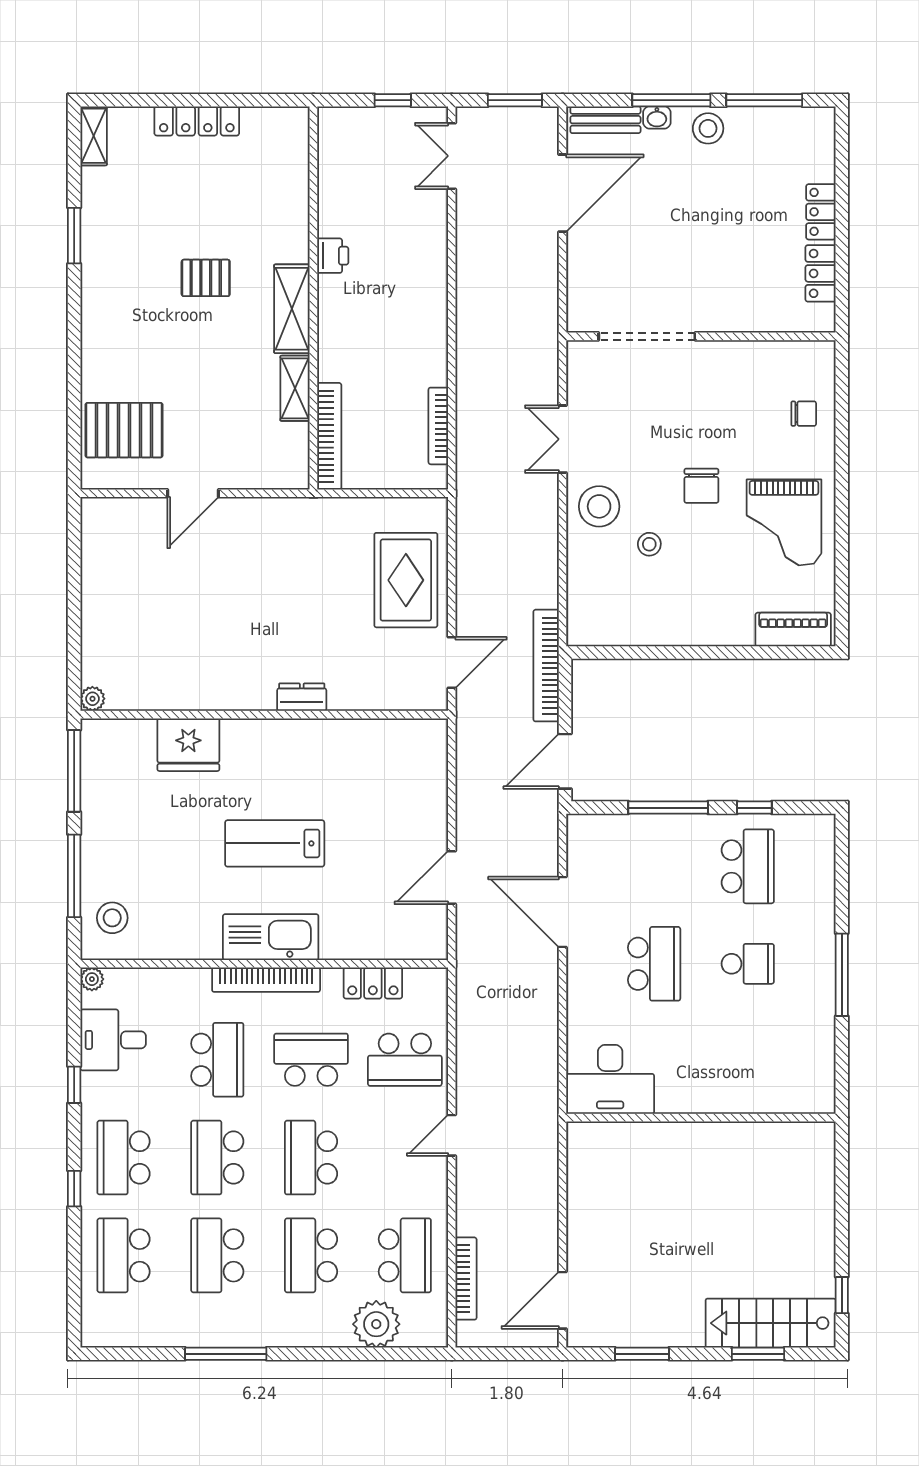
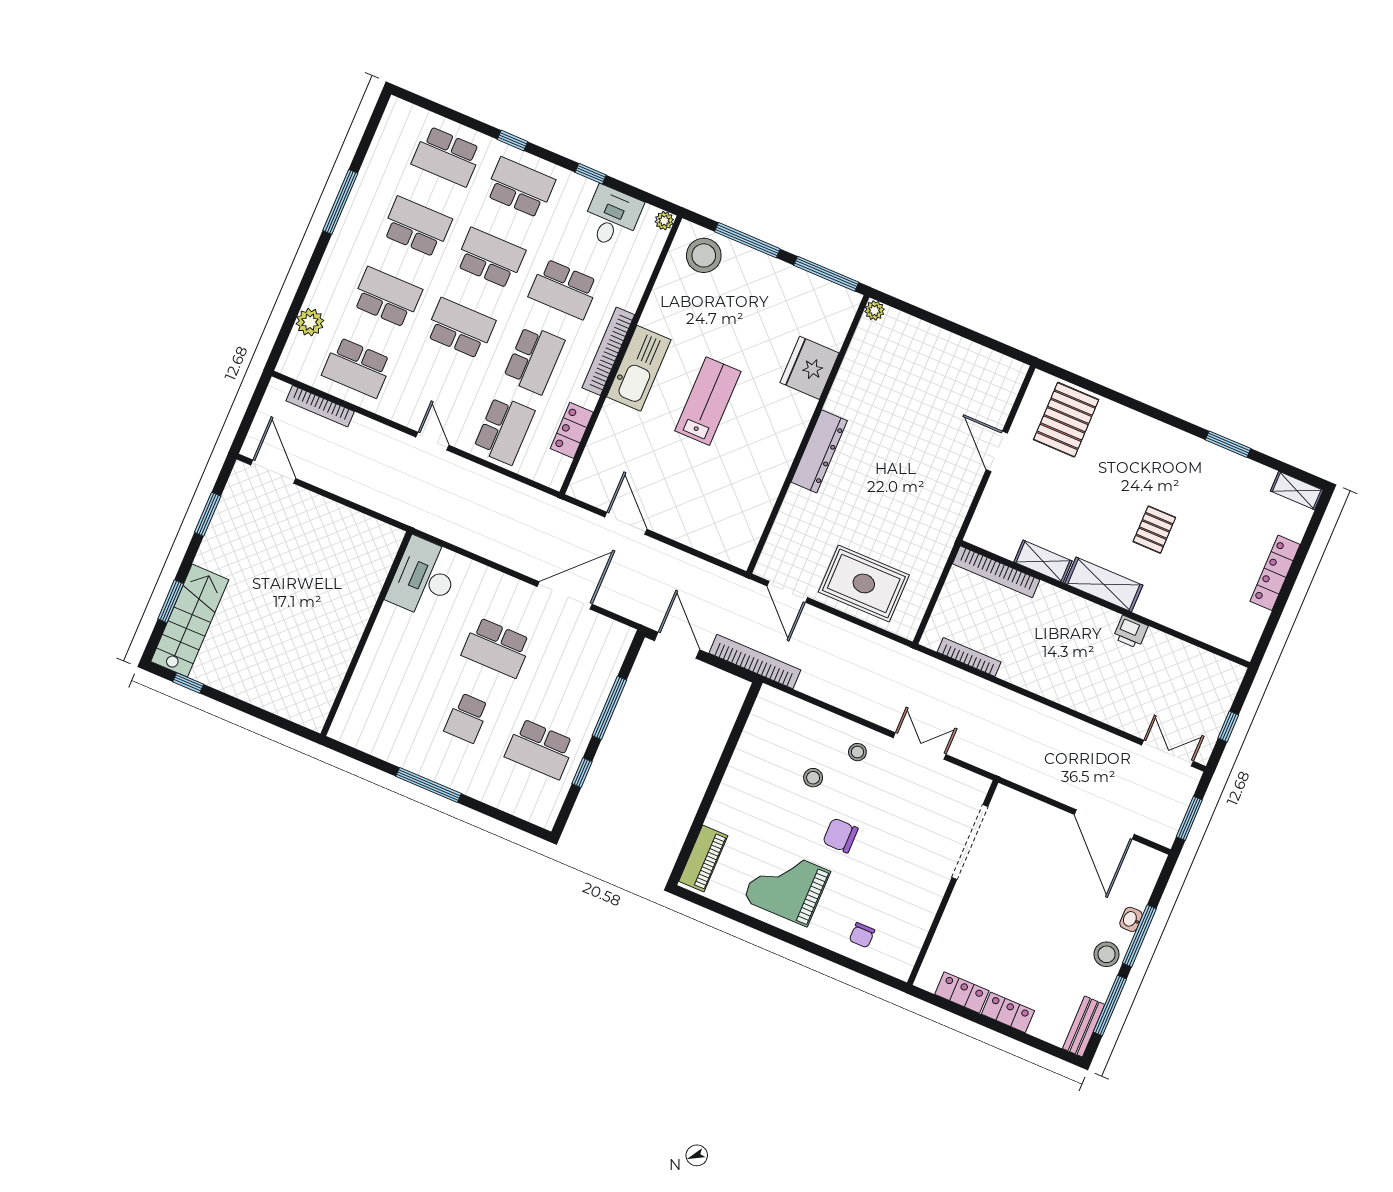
bench: (605, 120) -> (1084, 1026), moved
stool: (599, 506) -> (857, 752), width x0.53, depth x0.53
dresser: (302, 697) -> (819, 451), width x1.96, depth x1.24
stool: (112, 918) -> (704, 255), width x1.38, depth x1.38
school desk: (405, 1060) -> (504, 430), turned 180
school desk: (124, 1255) -> (447, 156), turned 180
plant: (376, 1324) -> (310, 322), width x0.73, depth x0.73

